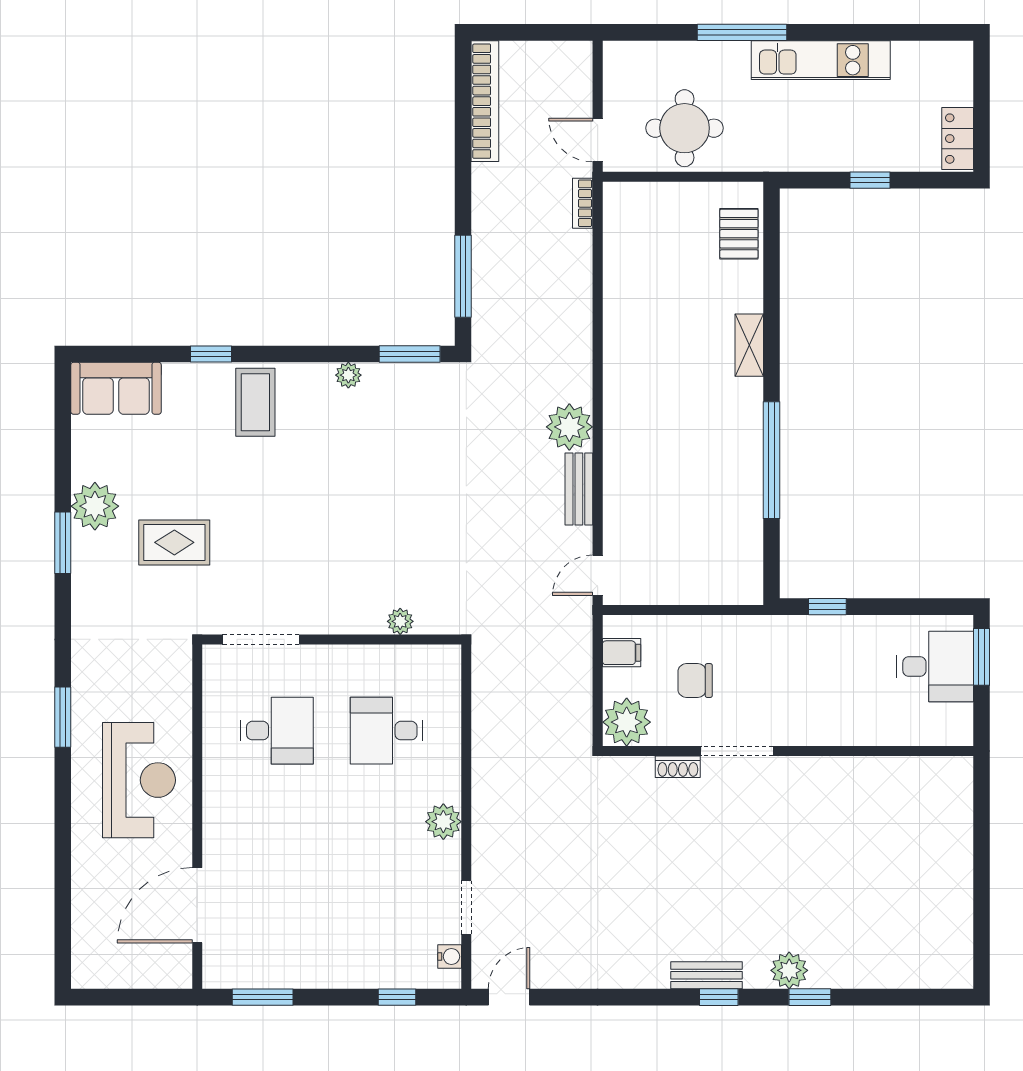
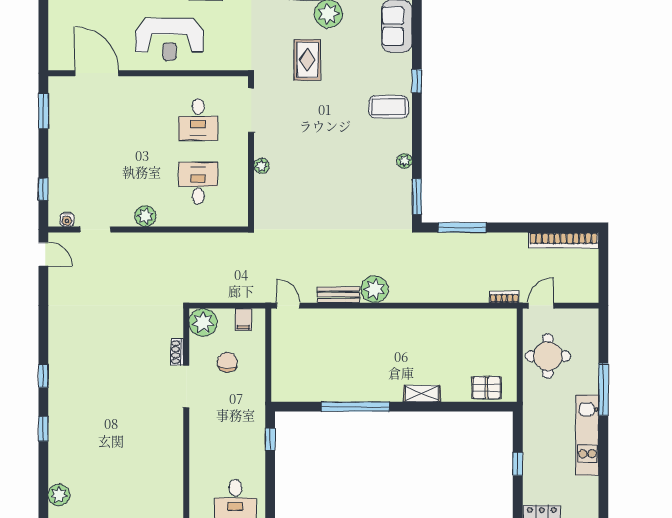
plant: (400, 621) -> (262, 166), moved
plant: (789, 970) -> (59, 495), moved
bench: (707, 975) -> (56, 369), removed

